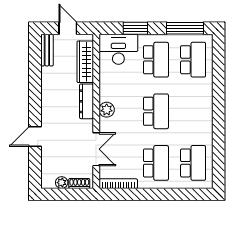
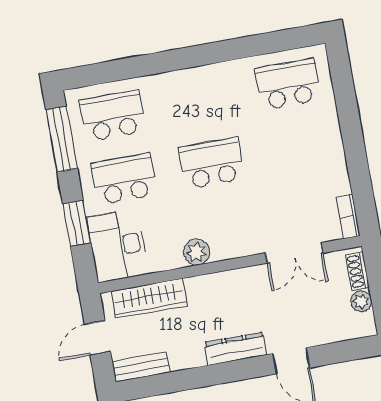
dresser: (86, 101) -> (236, 349), moved, turned 180
plant: (107, 110) -> (197, 252), moved
double door: (96, 149) -> (294, 253), swing flipped
school desk: (156, 163) -> (299, 147), removed
bookcase: (118, 184) -> (348, 217), width x0.64

